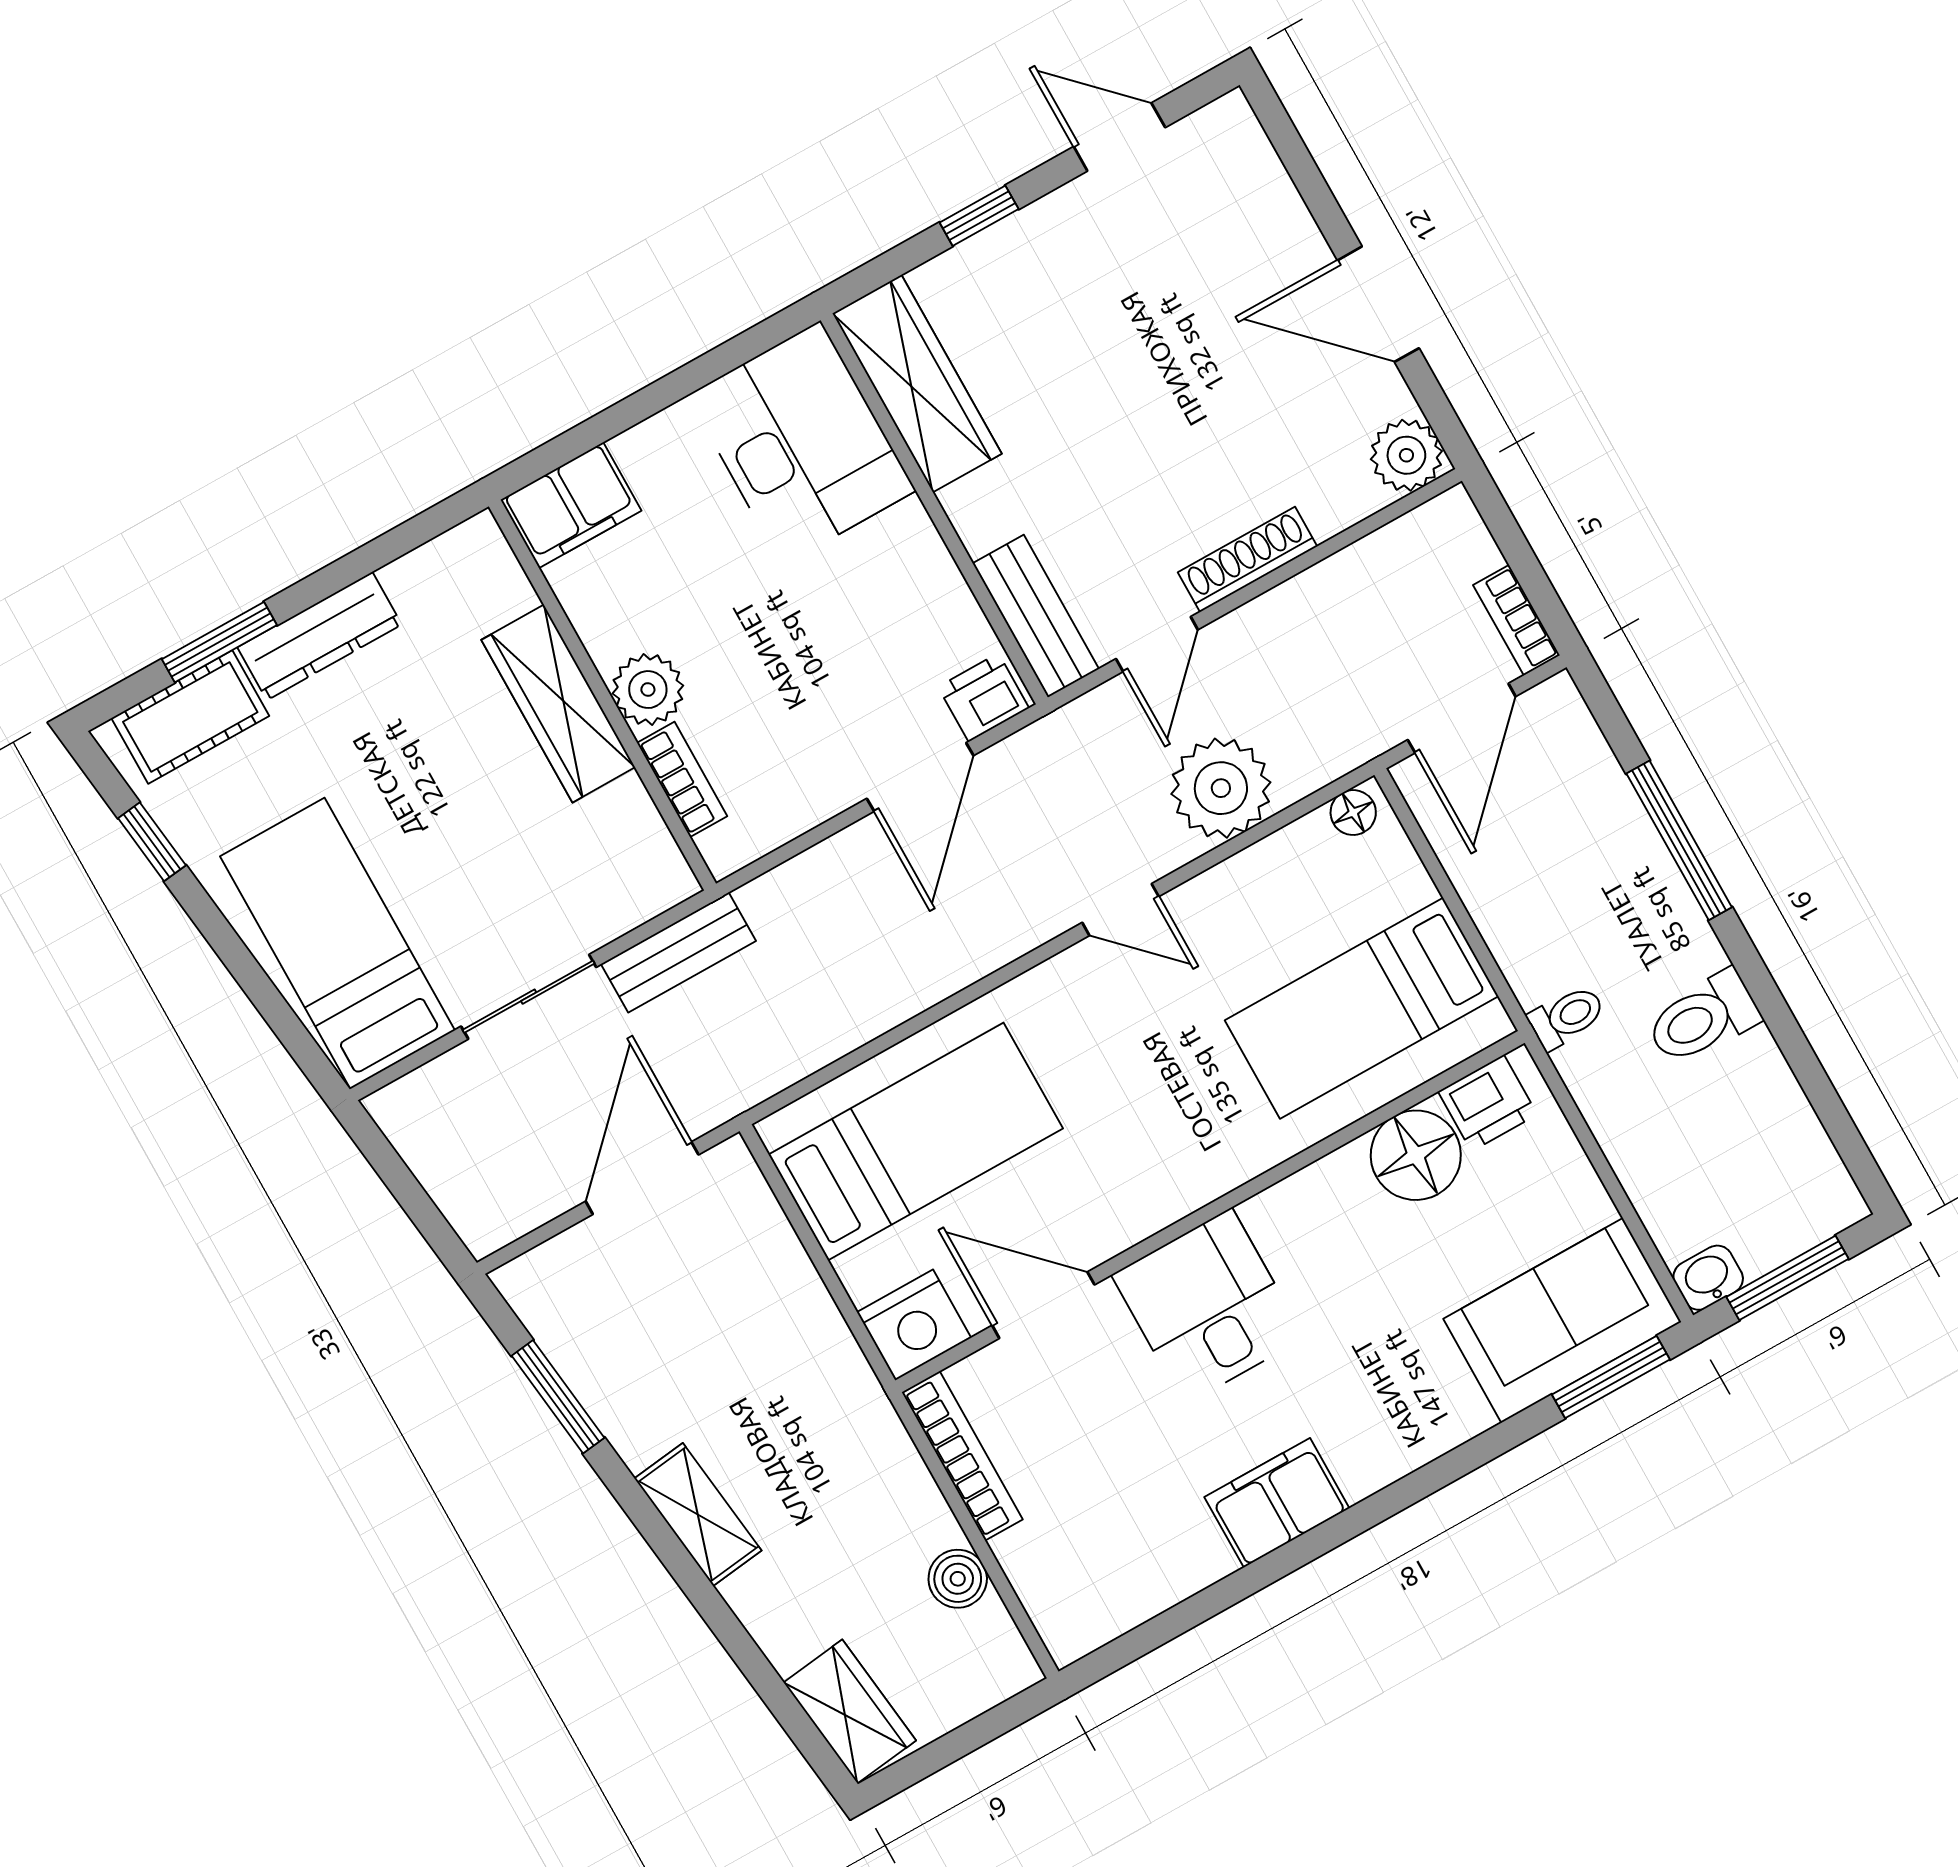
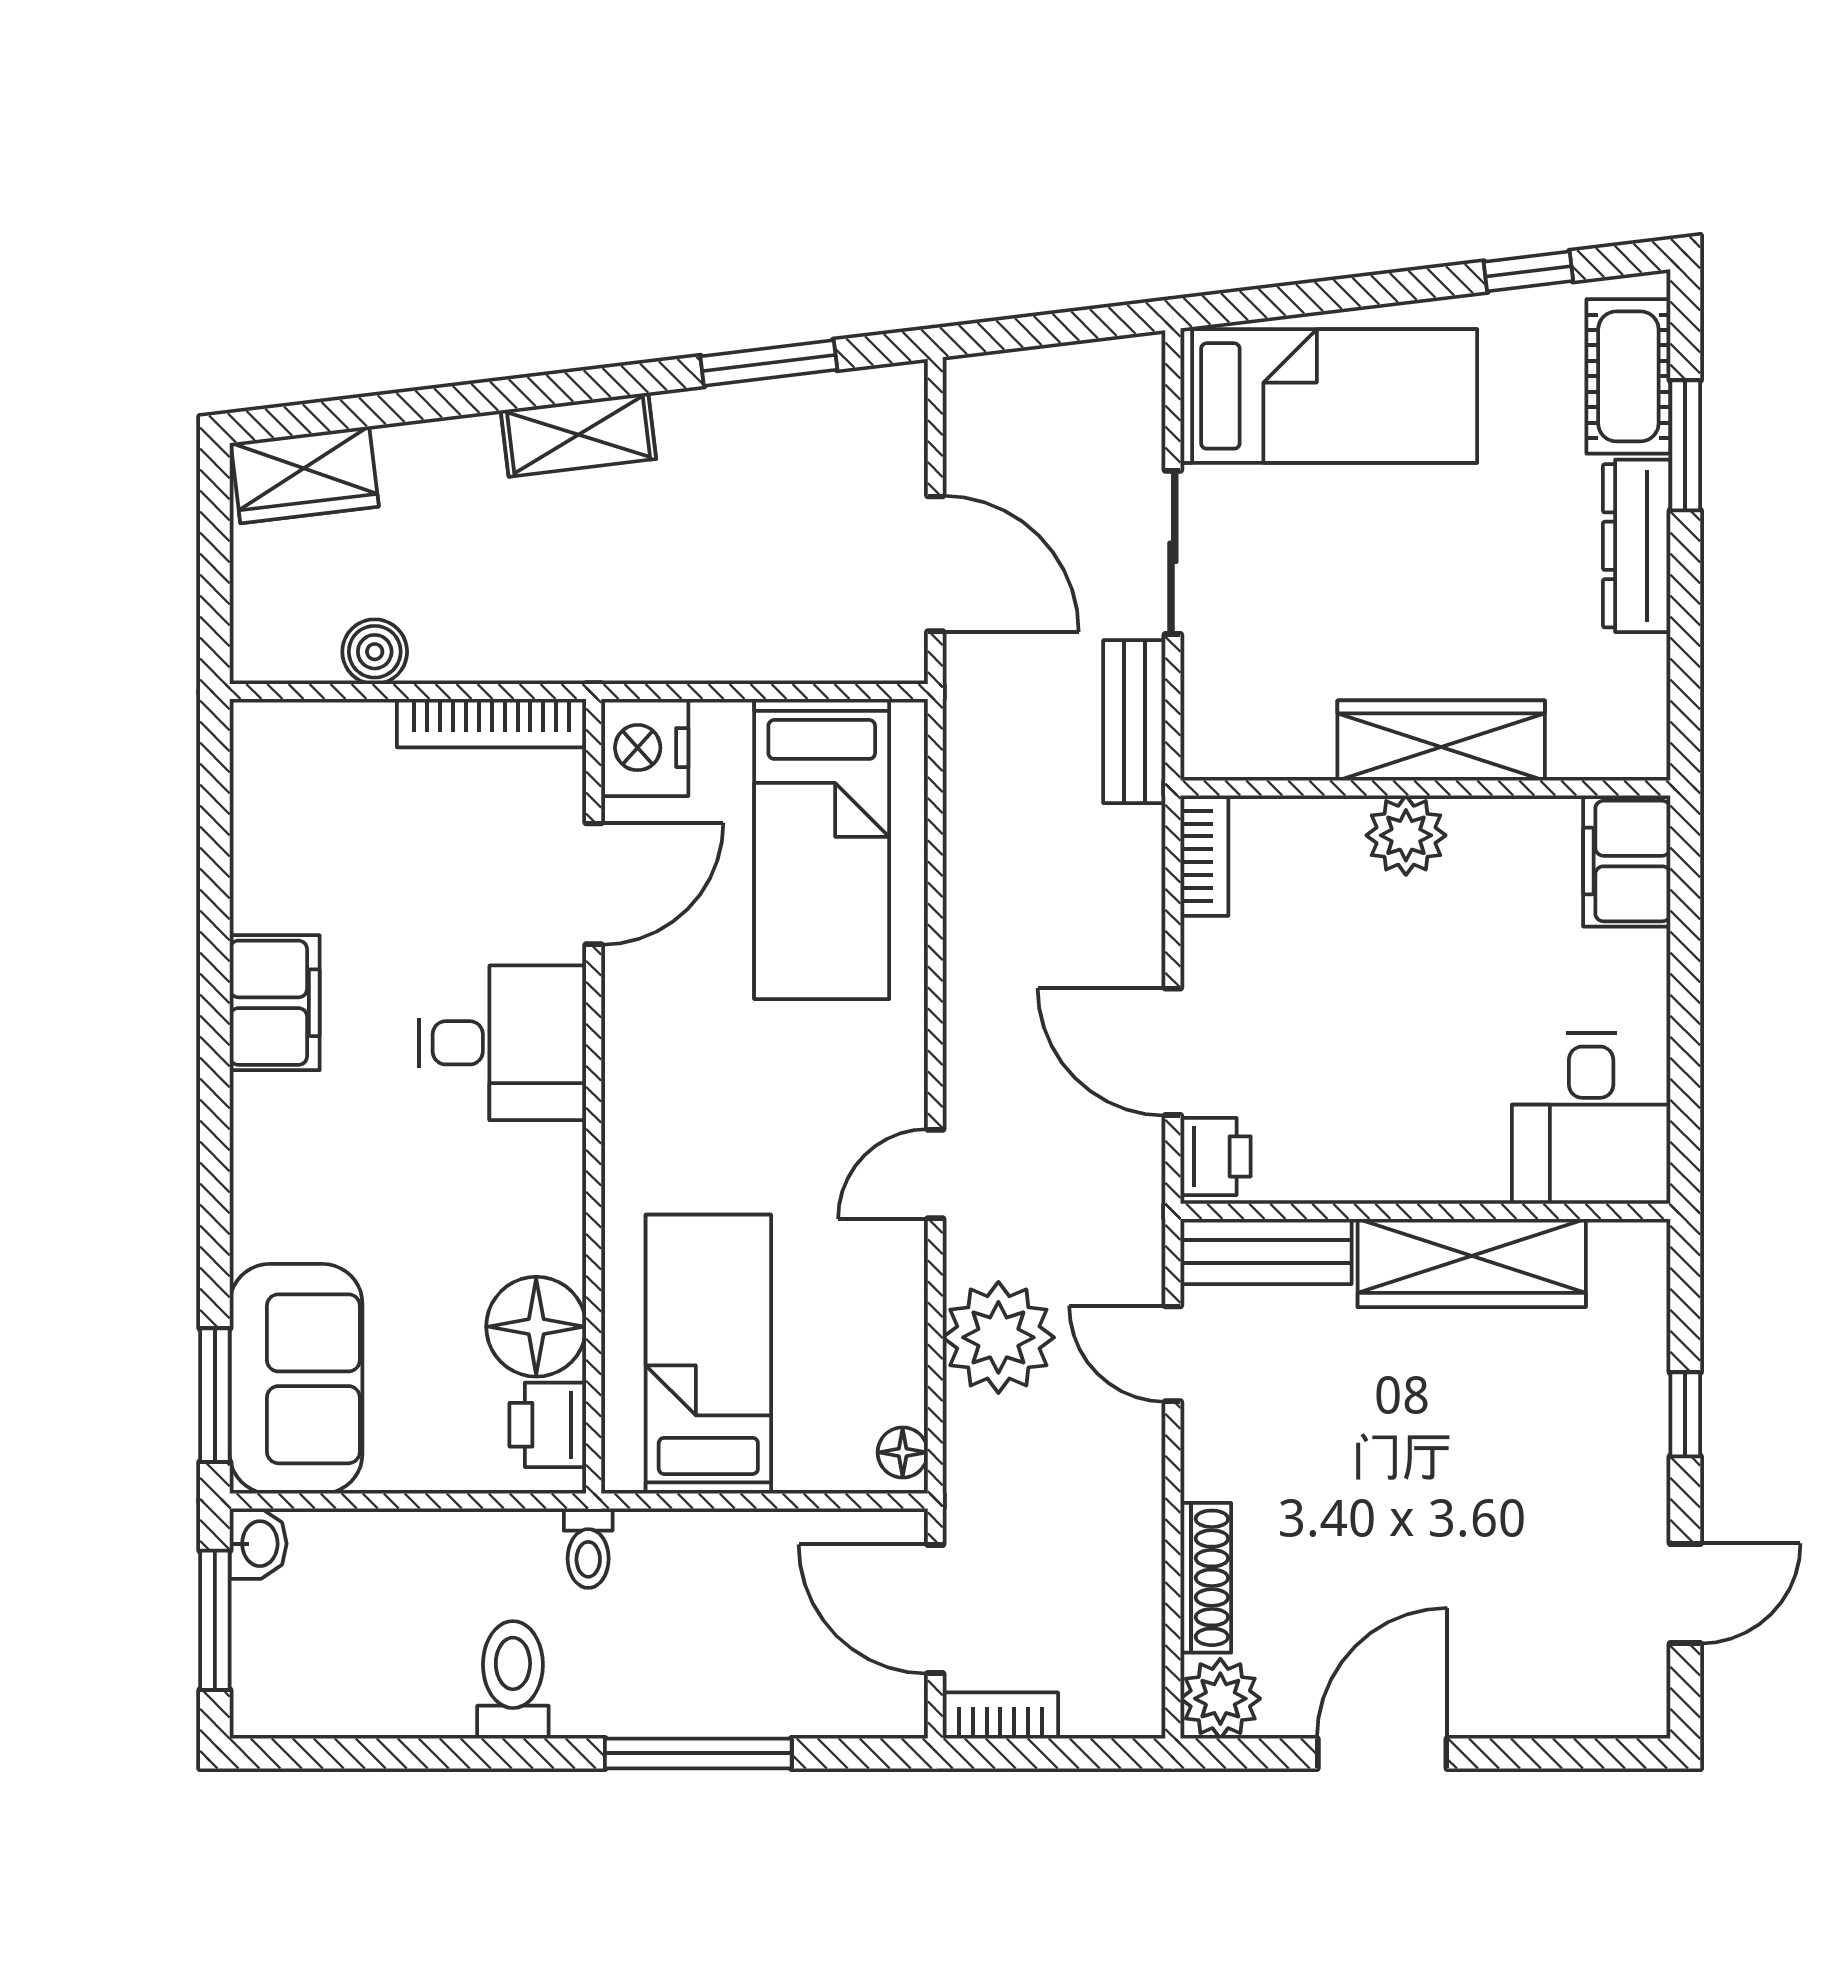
wardrobe: (917, 384) -> (1472, 1263), moved
desk: (801, 443) -> (1591, 1118), width x0.73
shoe rack: (1248, 559) -> (1206, 1578), moved
bookcase: (682, 779) -> (1204, 856), moved, turned -90

